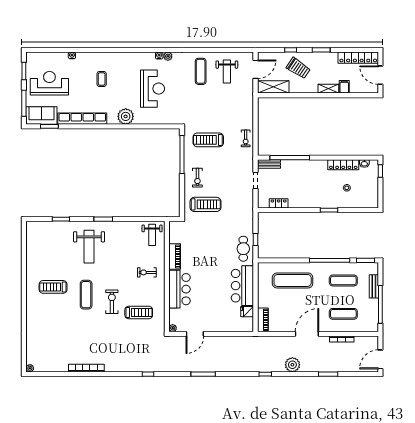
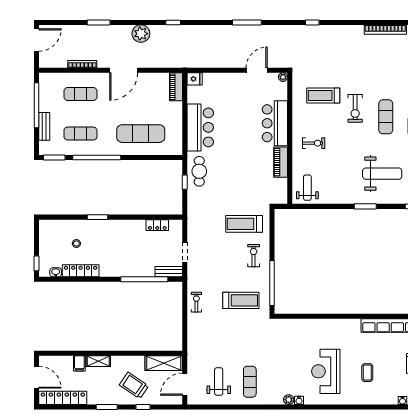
reception desk: (153, 89) -> (326, 371), moved
plant: (126, 116) -> (339, 328), removed
weight bench: (89, 247) -> (382, 174), turned 90
fridge: (247, 312) -> (195, 79), moved

